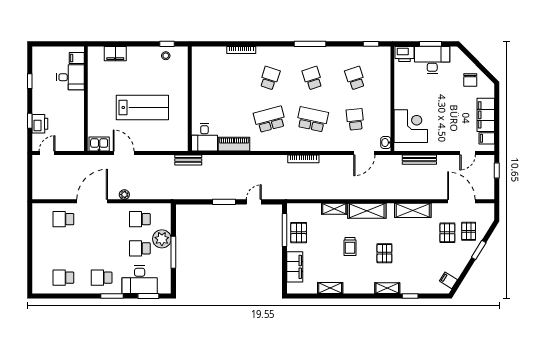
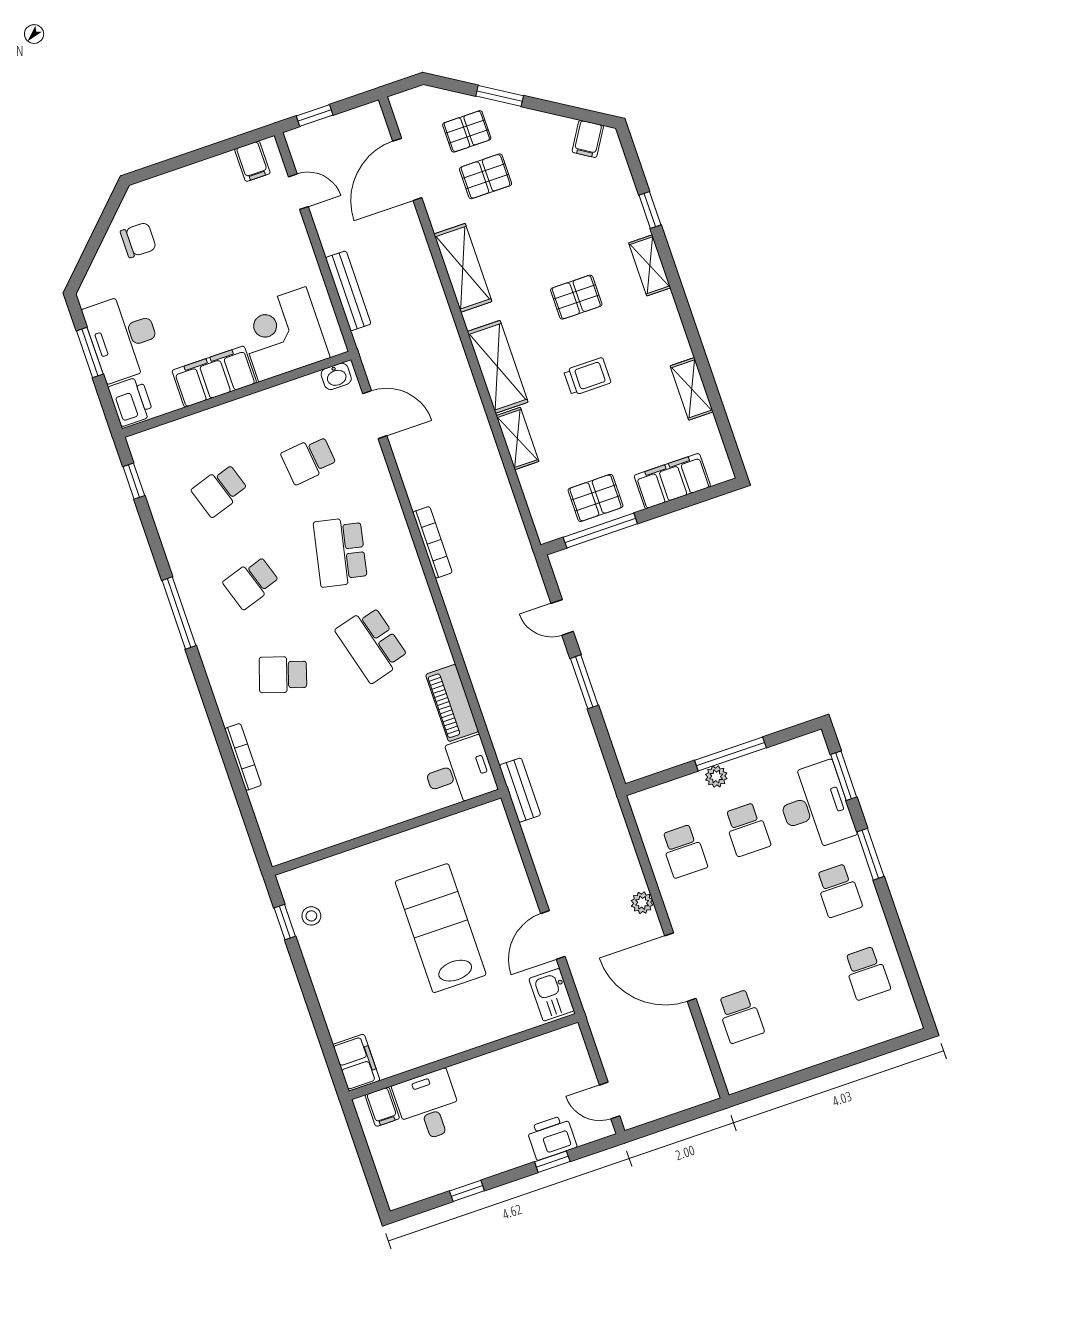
filing cabinet: (115, 54) -> (356, 1063), moved
filing cabinet: (486, 115) -> (214, 377), moved, turned 180
plant: (162, 239) -> (716, 776), width x0.53, depth x0.53

